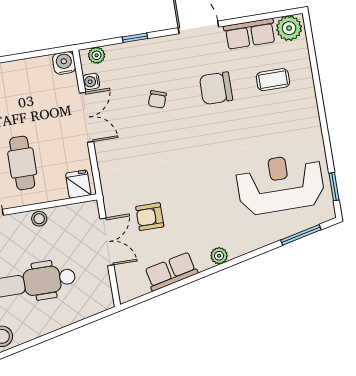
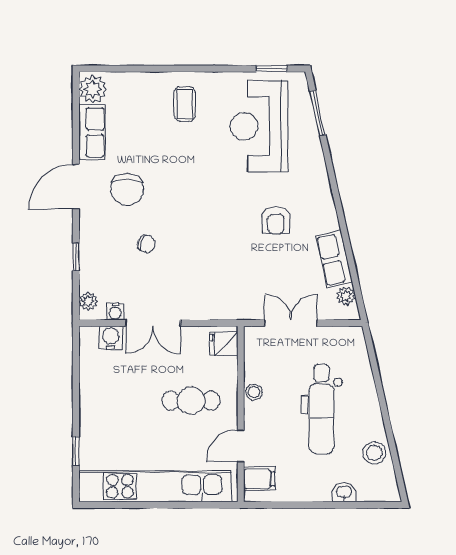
water cooler: (64, 63) -> (111, 338), moved, turned 90
coffee table: (273, 80) -> (185, 104), moved
chair: (216, 88) -> (127, 189), moved
double door: (87, 117) -> (153, 323), swing flipped
armchair: (150, 217) -> (276, 220), moved
plant: (219, 256) -> (346, 296), moved

